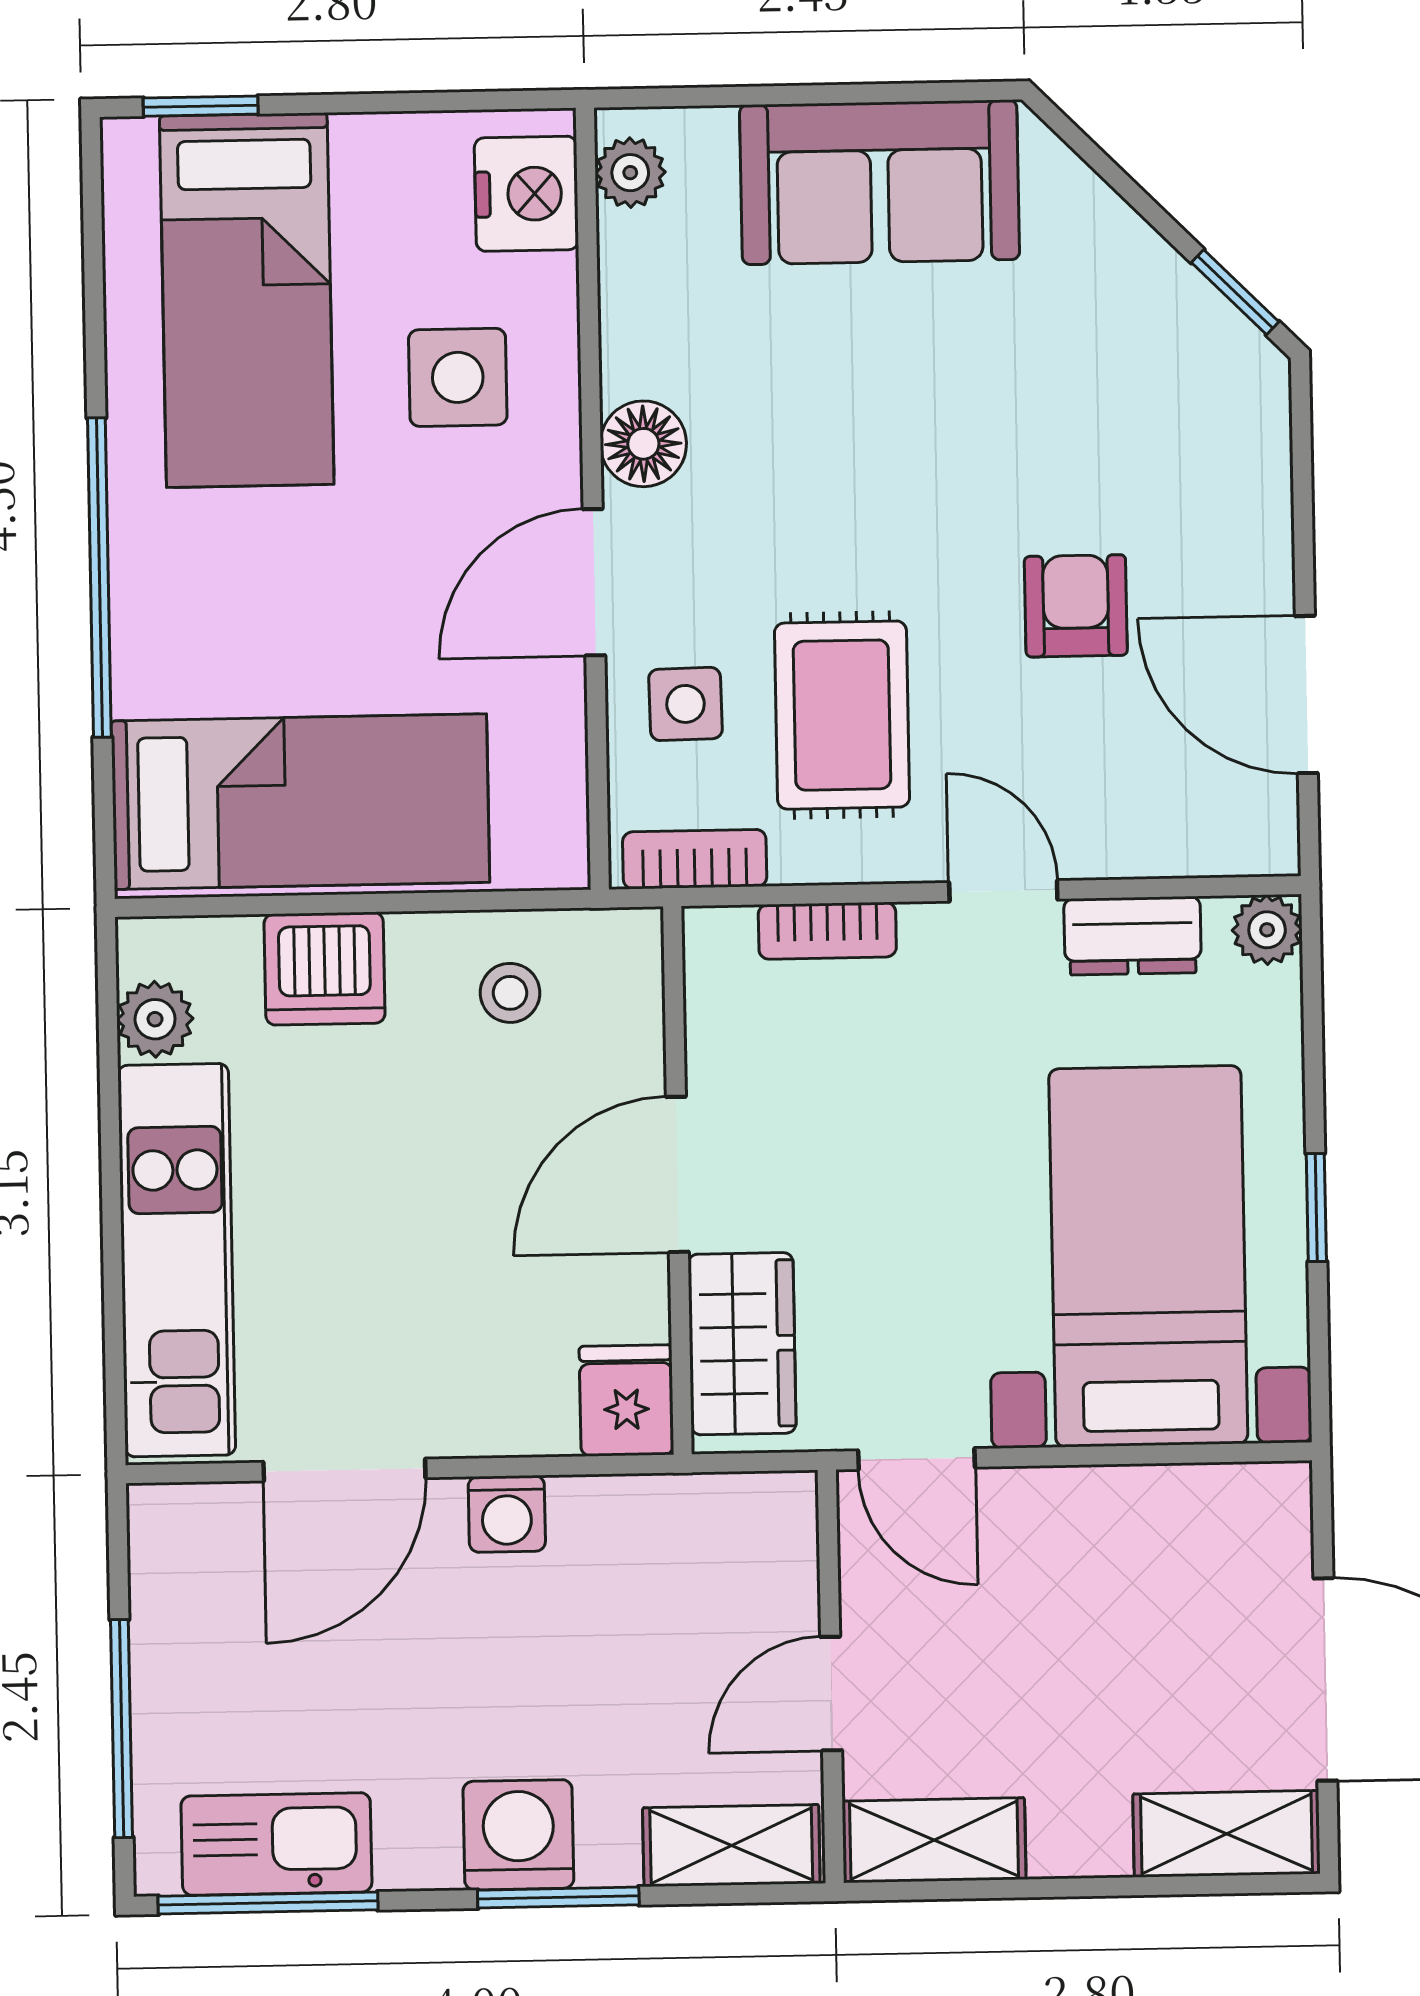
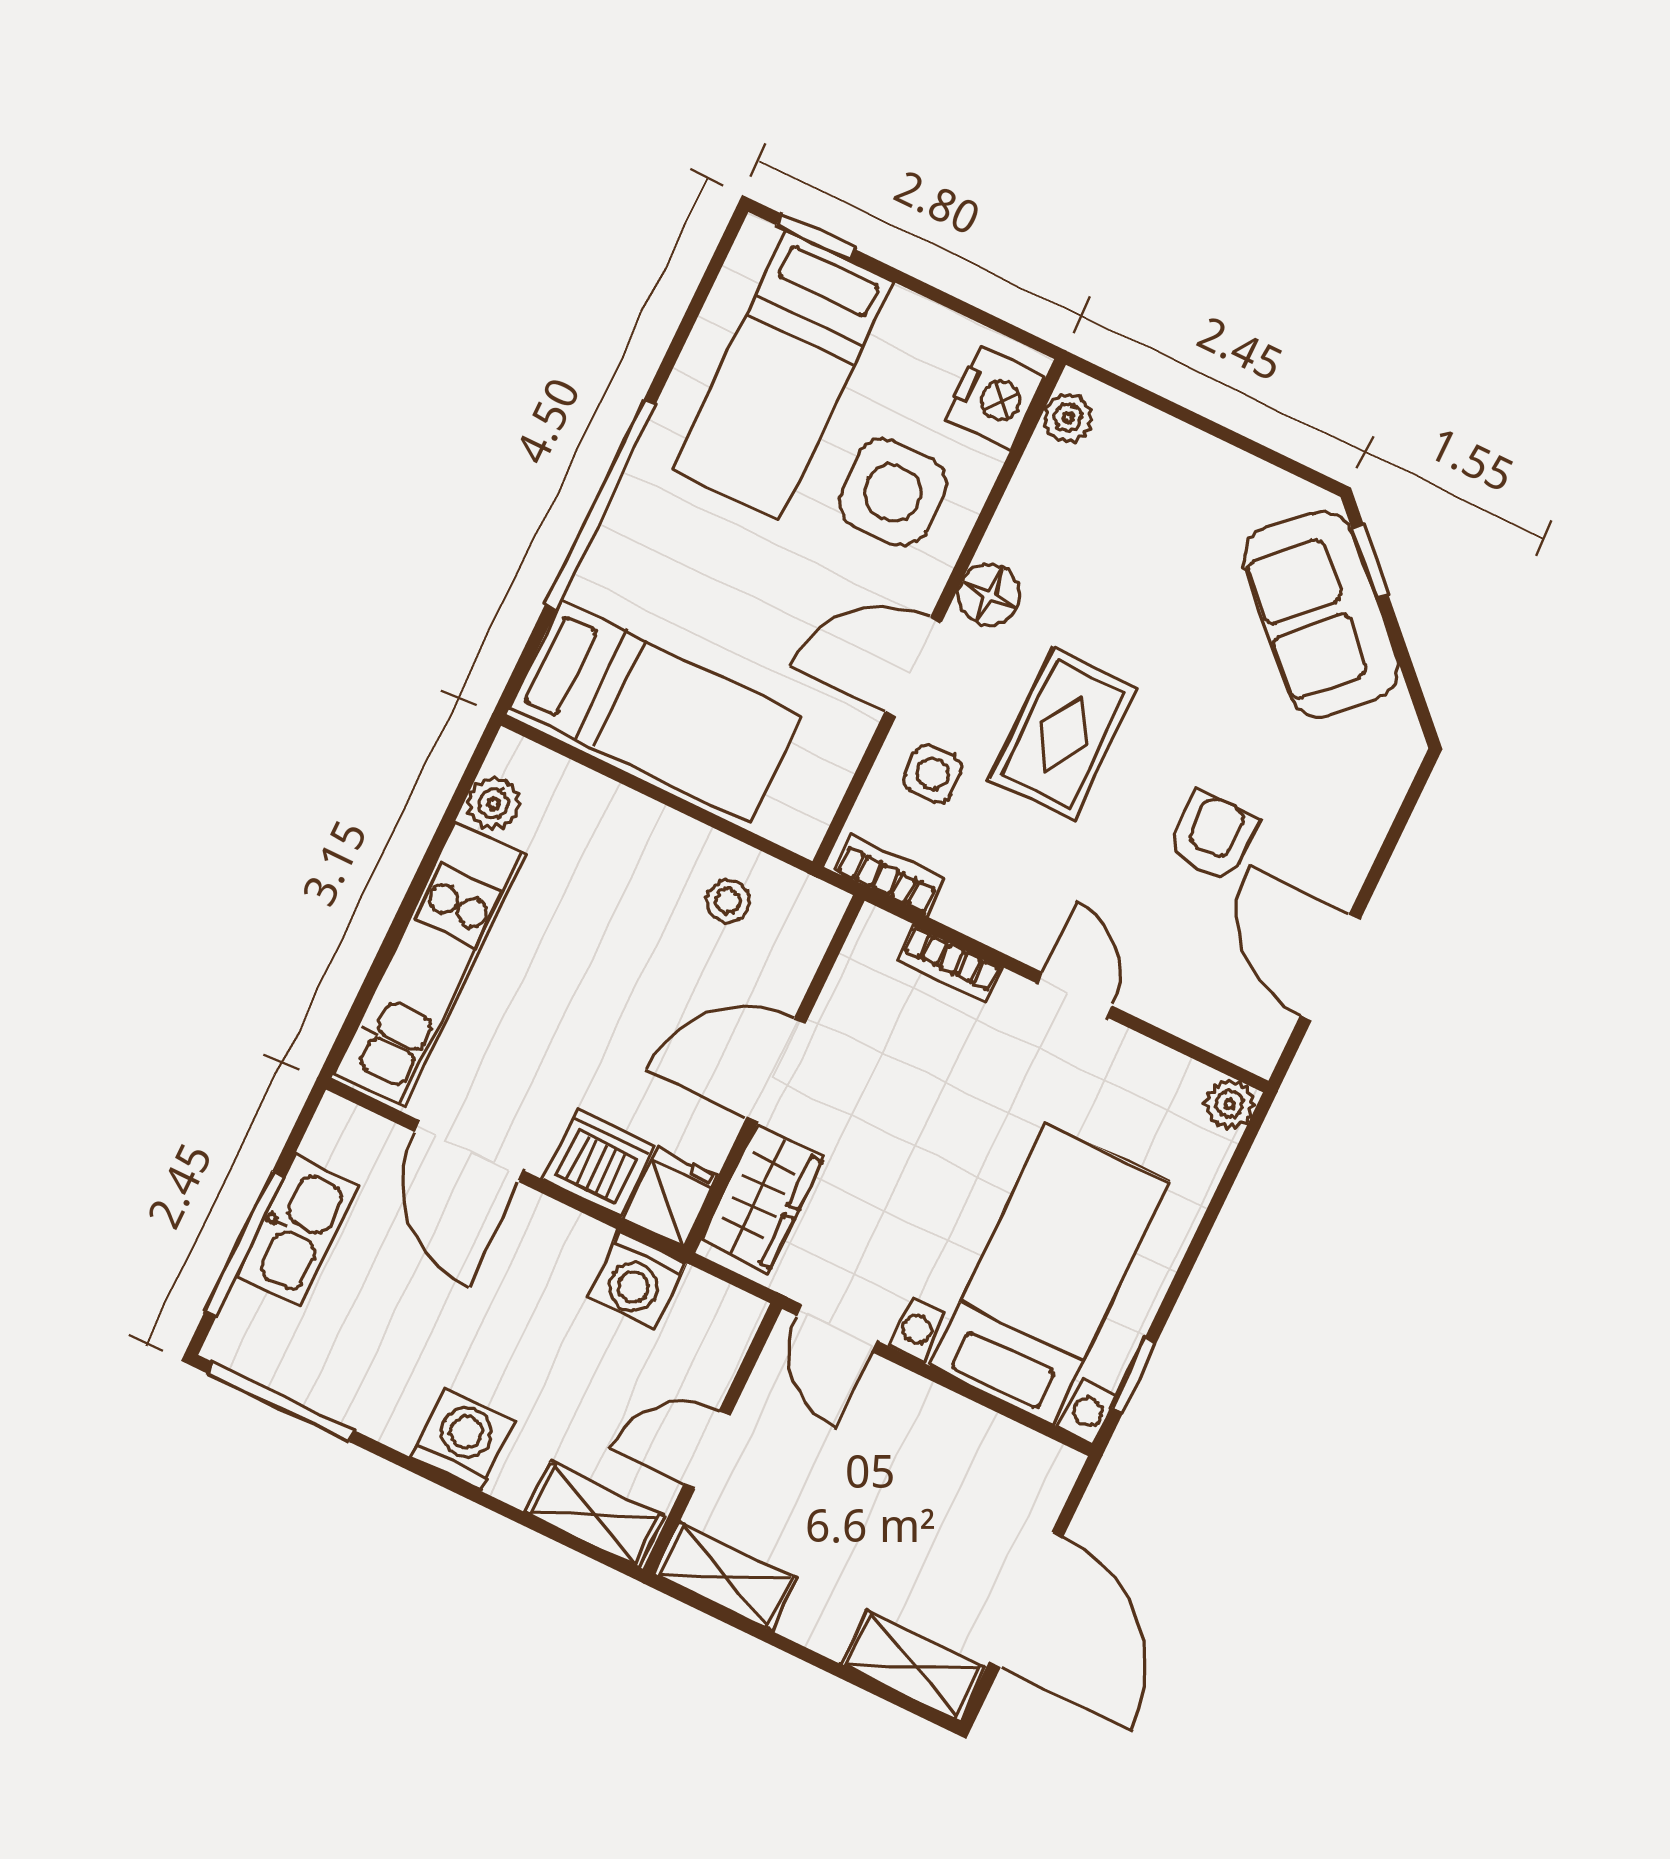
sofa: (880, 182) -> (1321, 614), moved, turned 45
window: (1235, 292) -> (1370, 562), moved
side table: (458, 377) -> (892, 493), width x1.37, depth x1.37
rug: (842, 715) -> (1064, 734), moved
dresser: (1133, 936) -> (1142, 1065), removed
dishwasher: (325, 969) -> (599, 1162), moved, turned 180
window: (1316, 1207) -> (1134, 1375), moved
door: (344, 1470) -> (469, 1151), hinge flipped
washing machine: (507, 1514) -> (637, 1280), moved, width x1.38, depth x1.38
kitchen sink: (276, 1844) -> (297, 1231), moved, turned 90
window: (558, 1897) -> (468, 1492), removed

